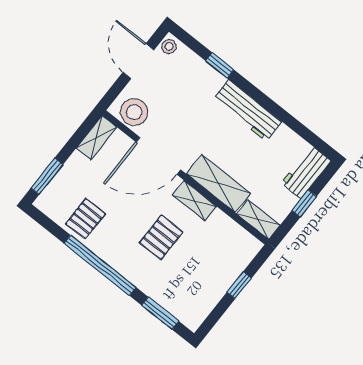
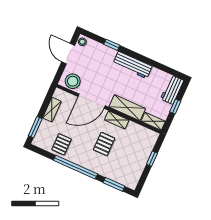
shelving: (97, 138) -> (52, 110), moved

